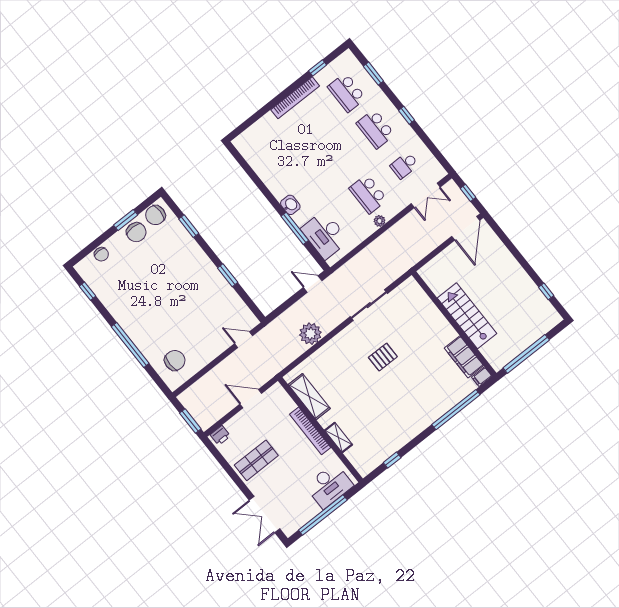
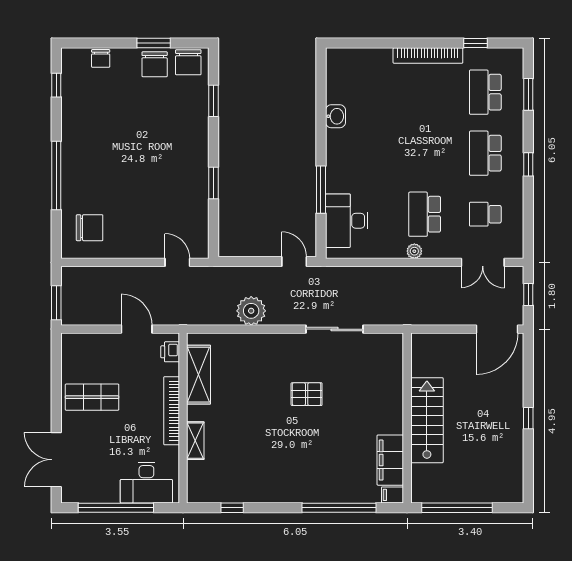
washbasin: (290, 205) -> (336, 116), moved
chair: (155, 215) -> (188, 62), turned -90
window: (546, 291) -> (528, 418), moved
printer: (220, 435) -> (170, 352), moved, turned 90

